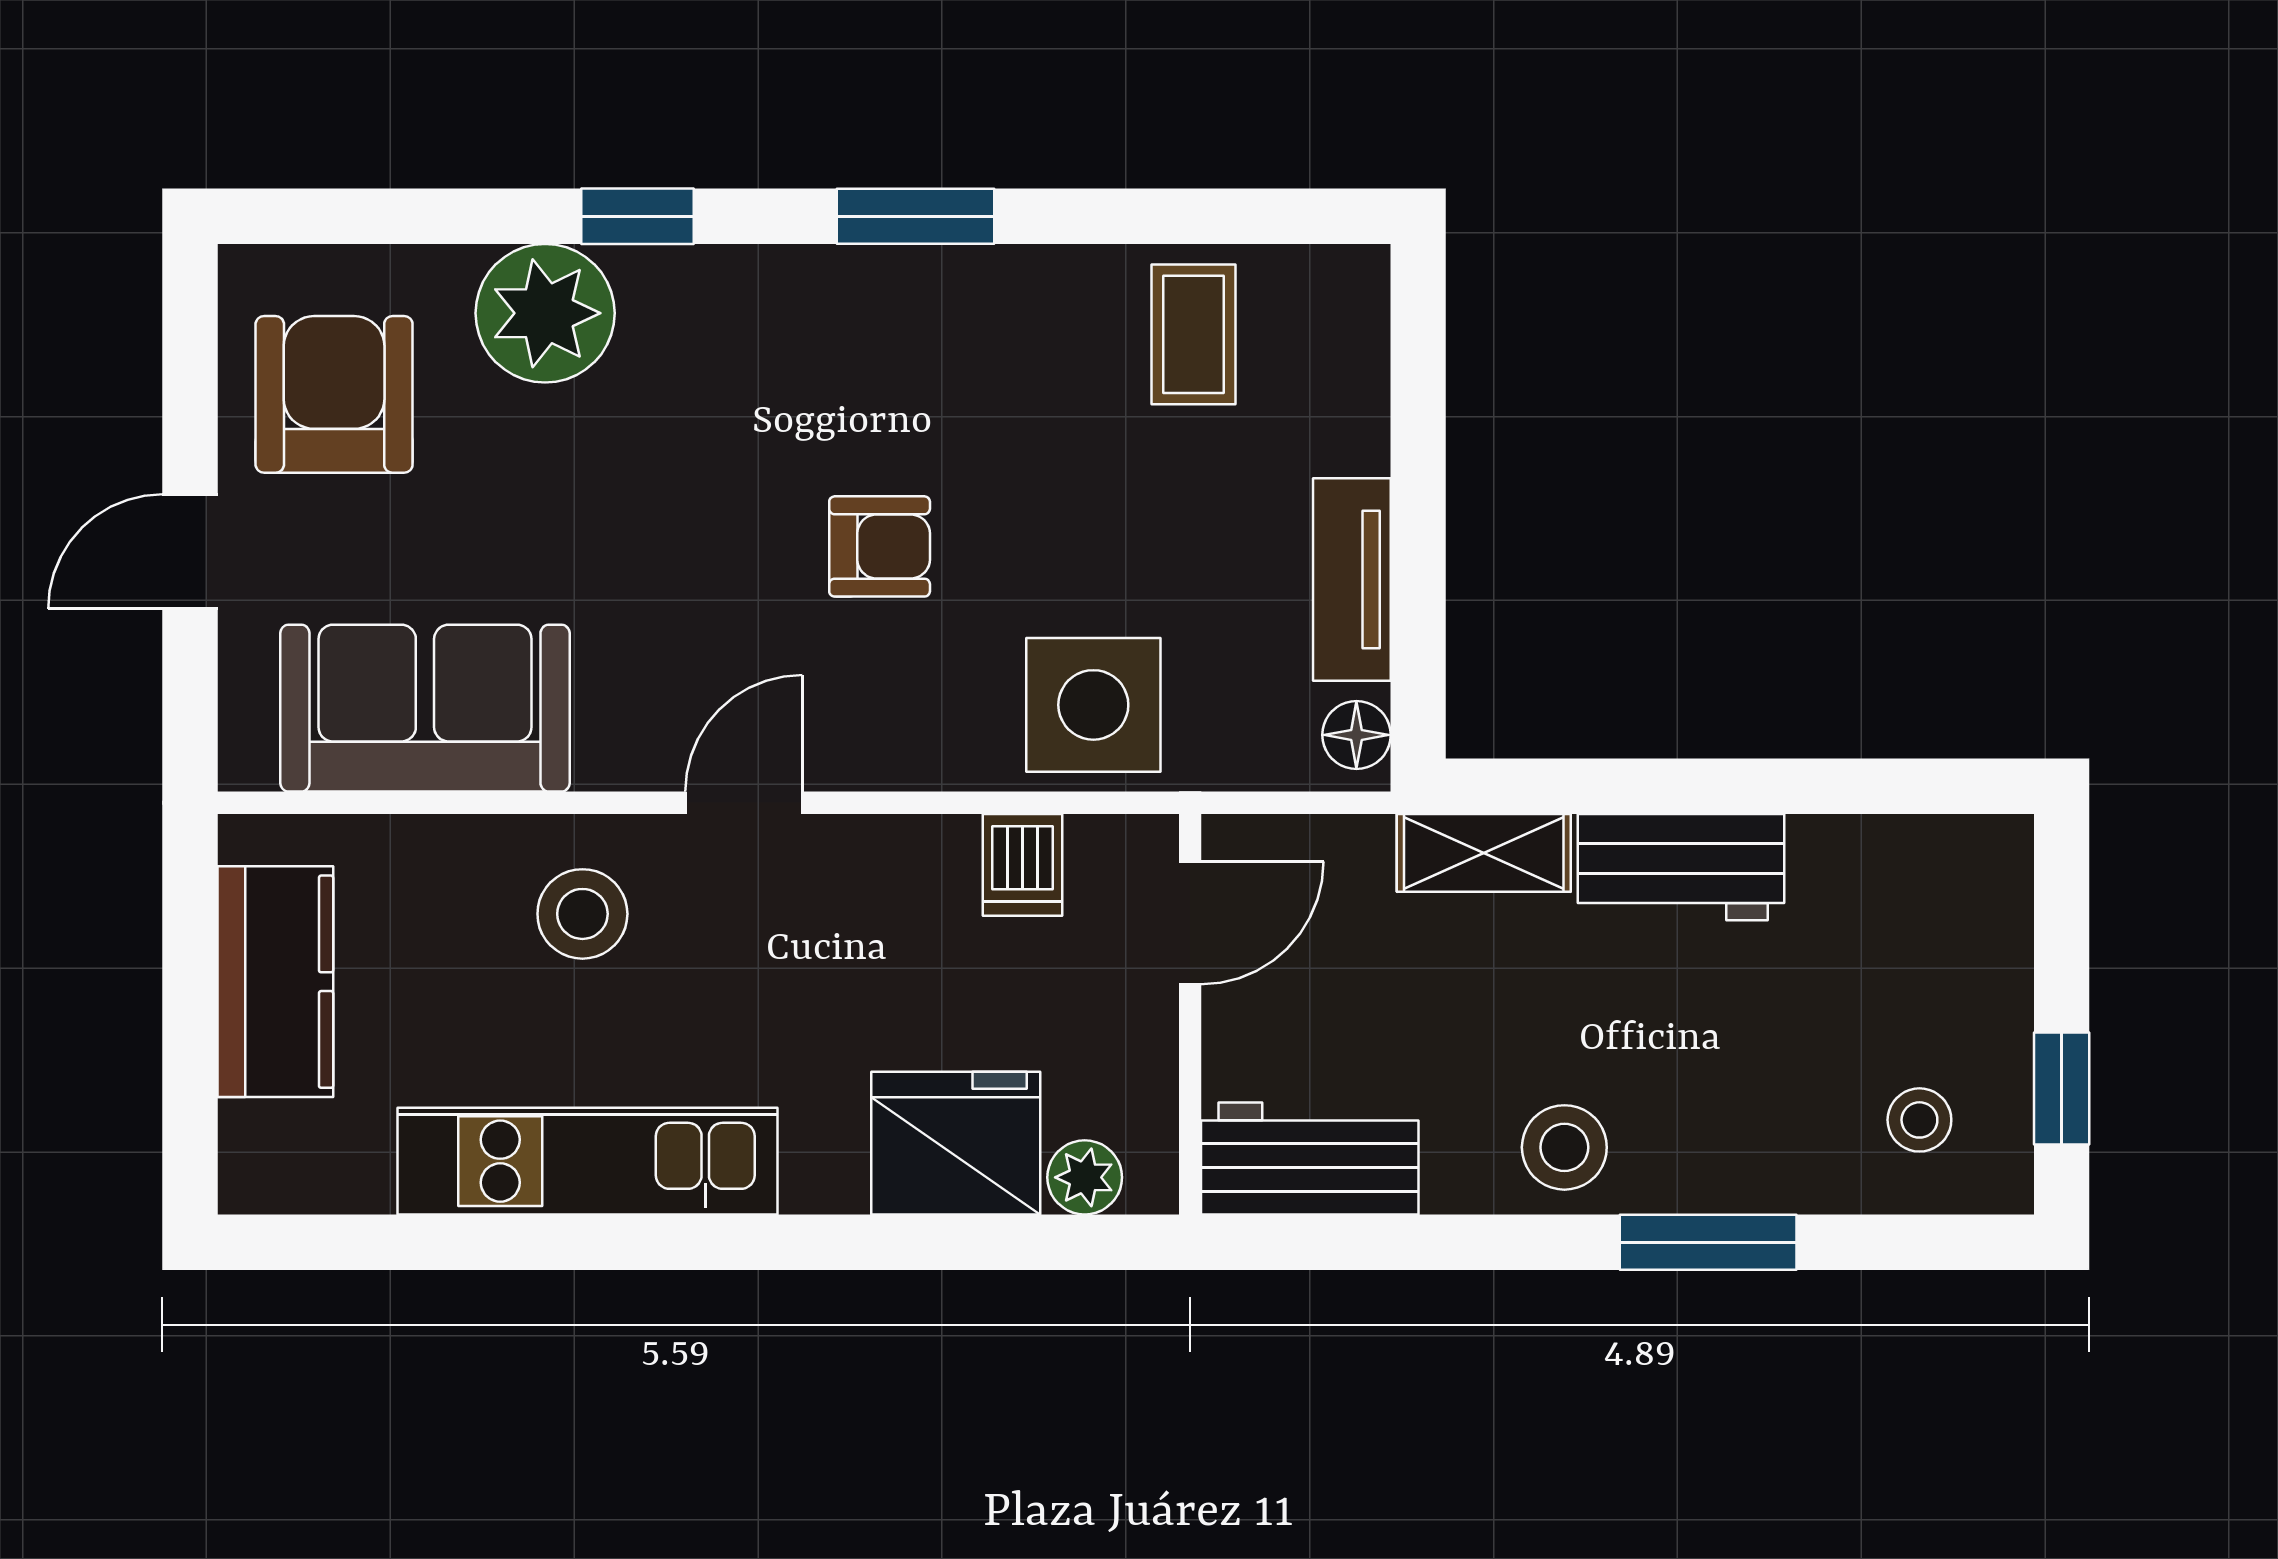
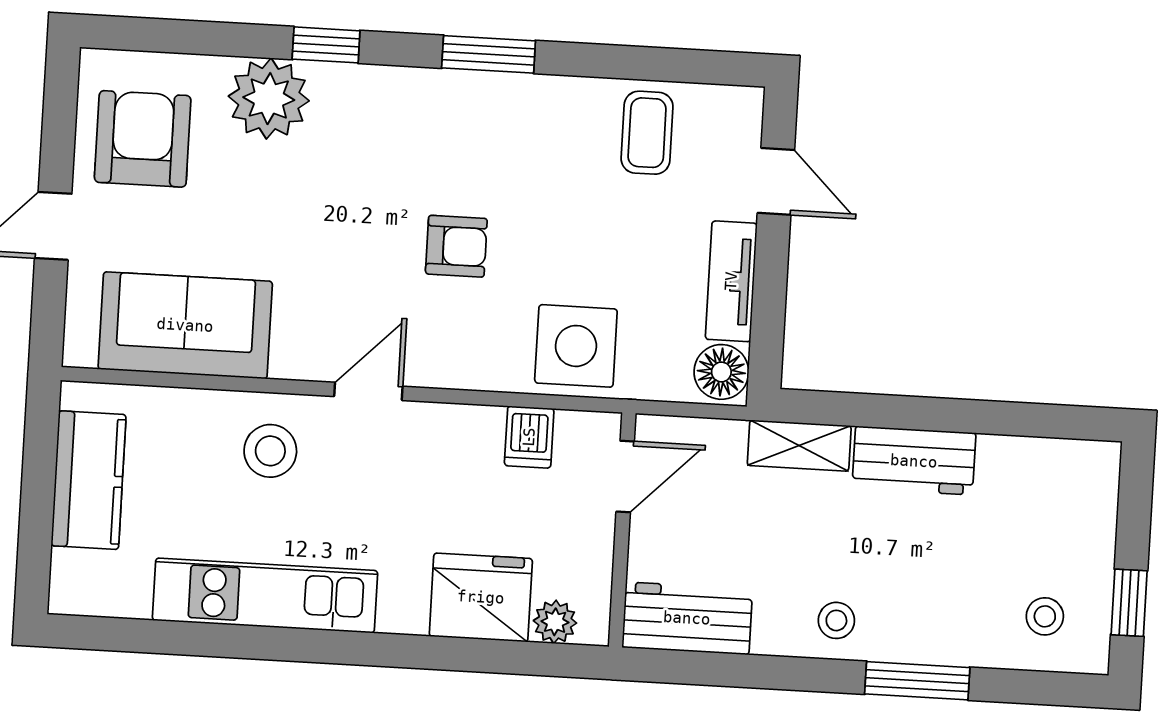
door: (1418, 405) -> (776, 181), added
floor lamp: (1356, 735) -> (721, 372), width x1.37, depth x1.37
stool: (1564, 1147) -> (836, 620), width x0.73, depth x0.73

